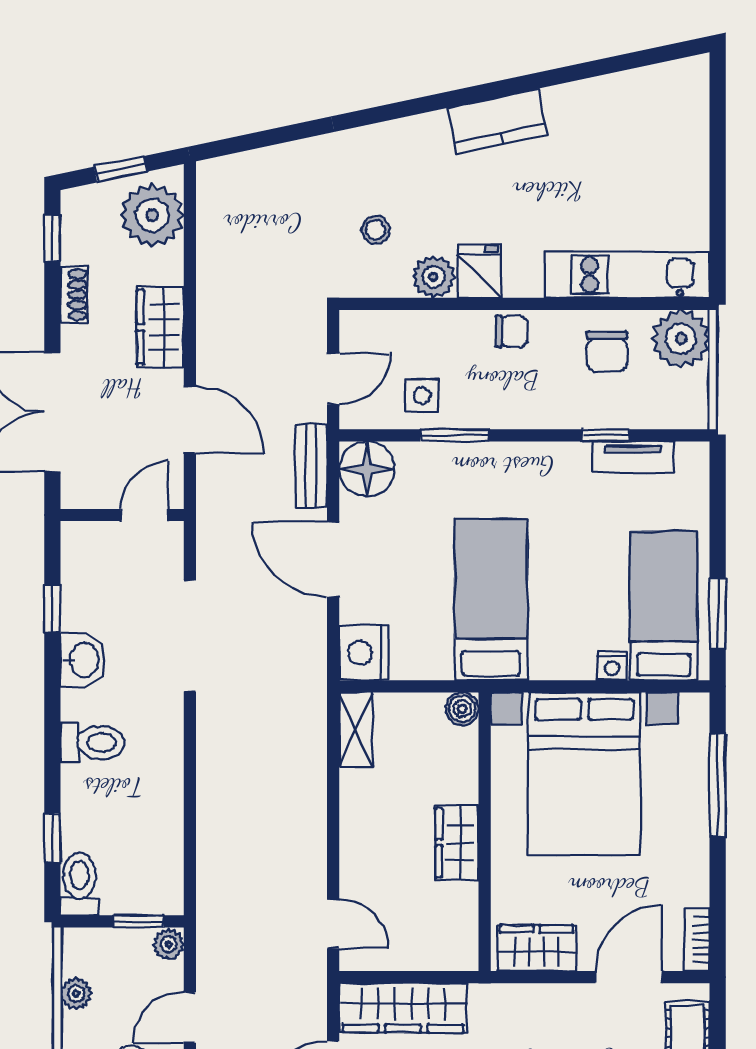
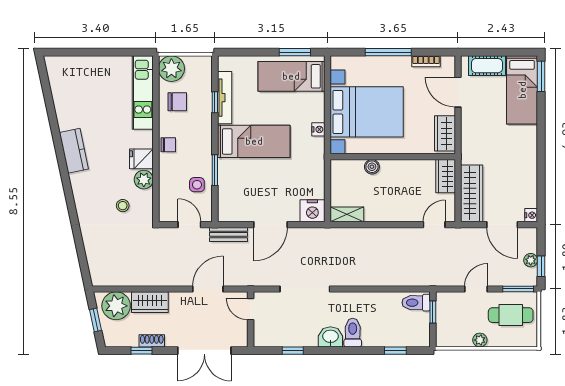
window: (52, 238) -> (142, 351), moved
wardrobe: (160, 327) -> (150, 302), moved
chair: (511, 331) -> (168, 145), turned 90
tv unit: (633, 457) -> (225, 98), width x1.41
floor lamp: (367, 469) -> (230, 209), removed
bed: (491, 600) -> (254, 141), moved, turned 180
washbasin: (83, 660) -> (330, 337), moved
nightstand: (612, 666) -> (318, 129), moved
boiler: (462, 709) -> (372, 167), moved
window: (718, 785) -> (388, 52), moved
wardrobe: (457, 843) -> (446, 176), moved, turned 90
toilet: (79, 884) -> (416, 303), moved
bookcase: (697, 940) -> (426, 61), moved
plant: (169, 944) -> (443, 298), removed
plant: (76, 994) -> (480, 340), moved
door: (190, 1017) -> (476, 289), swing flipped

